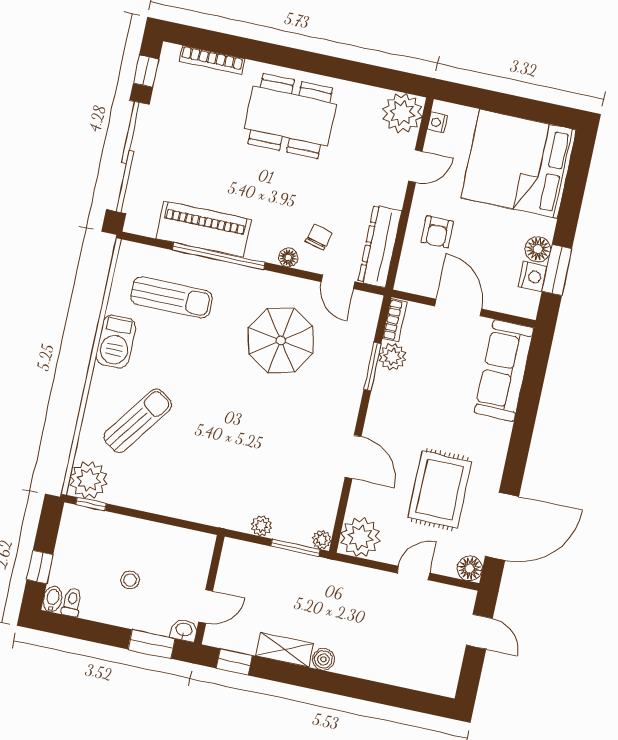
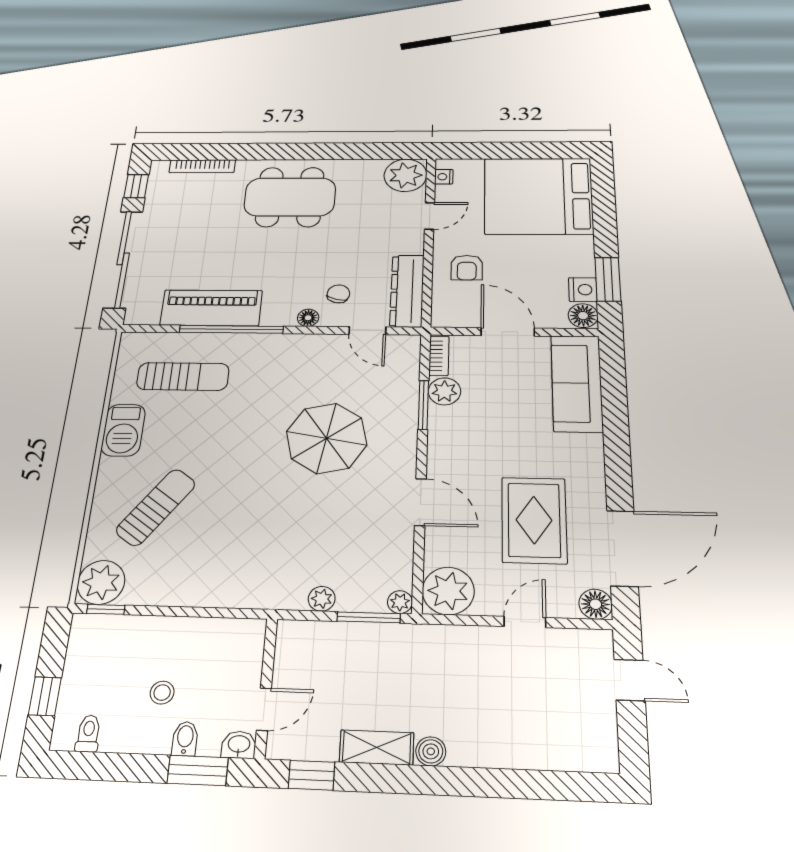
floor lamp: (538, 249) -> (583, 316), moved
parasol: (281, 340) -> (327, 438), moved
bidet: (53, 599) -> (185, 739), moved

